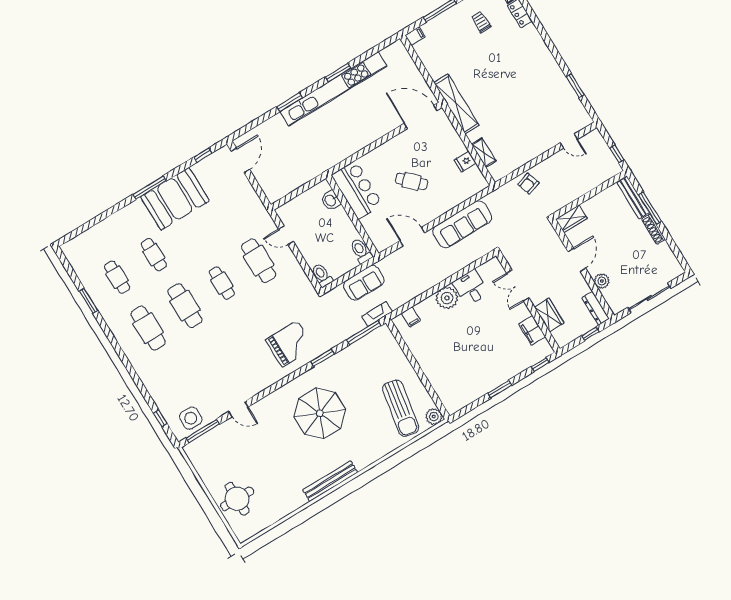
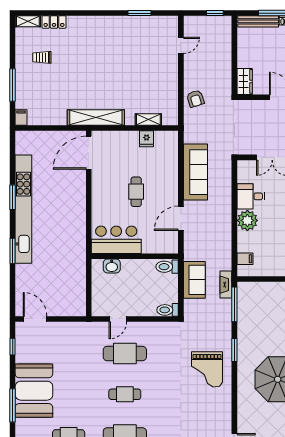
cafe table: (411, 181) -> (136, 192), turned -45
grand piano: (290, 344) -> (207, 369), turned 180

